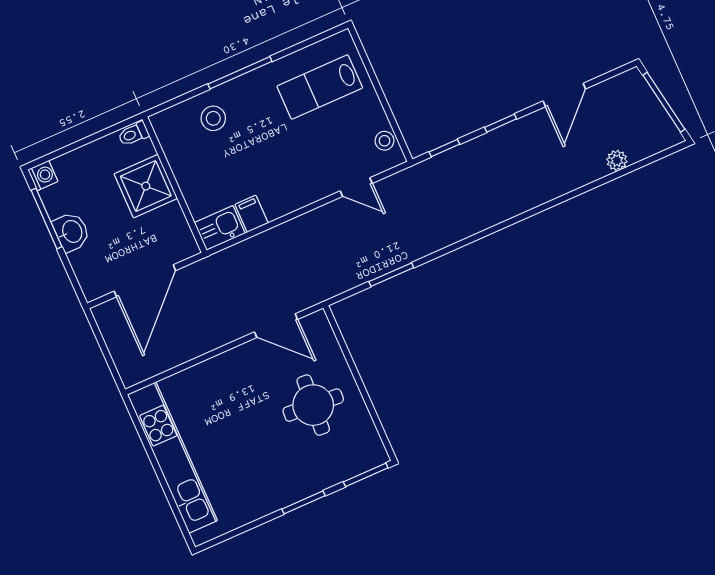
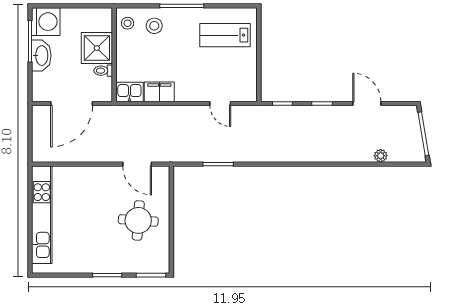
door: (564, 95) -> (367, 103), swing flipped
toilet: (133, 134) -> (103, 71), moved
stool: (384, 141) -> (128, 23), moved
washing machine: (43, 176) -> (46, 22), width x1.89, depth x1.89
filing cabinet: (252, 214) -> (159, 92), width x2.00
washbasin: (71, 232) -> (41, 56), width x1.38

